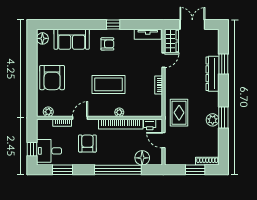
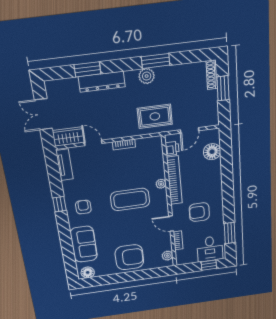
coffee table: (109, 84) -> (130, 199), turned 90
plant: (213, 120) -> (147, 76), moved
window: (118, 170) -> (227, 176), removed

